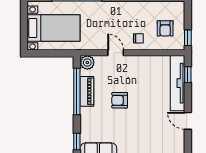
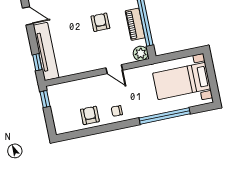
armchair: (165, 28) -> (90, 115), moved
chair: (138, 38) -> (117, 111), moved
armchair: (120, 100) -> (100, 22), turned -90

